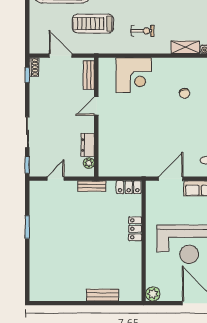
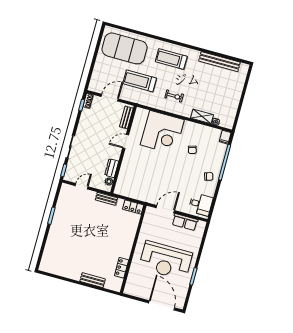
door: (61, 56) -> (110, 98), hinge flipped
corner desk: (134, 75) -> (162, 132), width x1.36, depth x1.36
locker: (135, 229) -> (122, 268), moved
plant: (153, 294) -> (129, 289), removed

